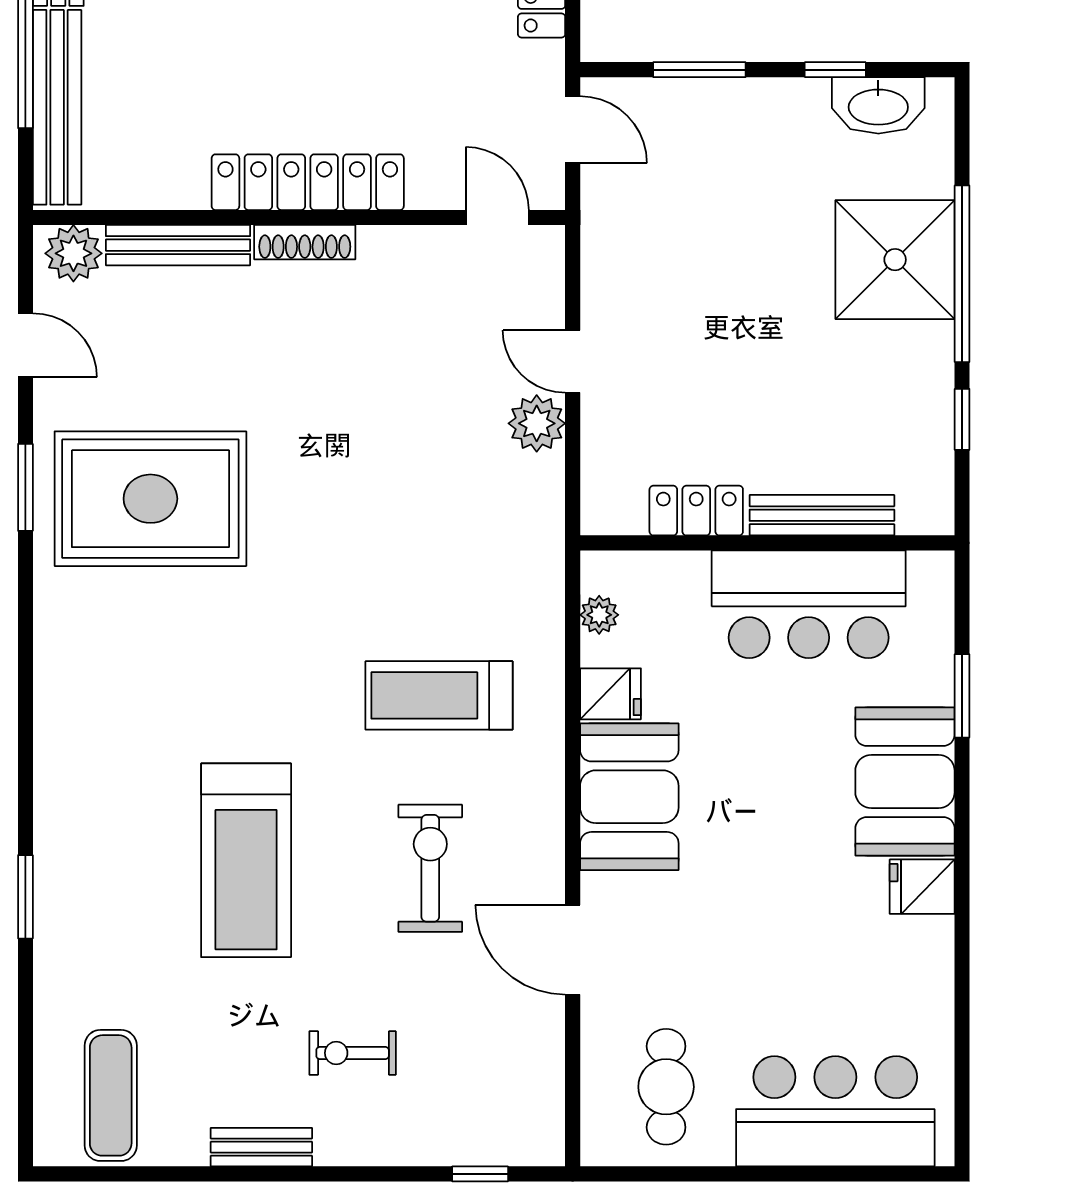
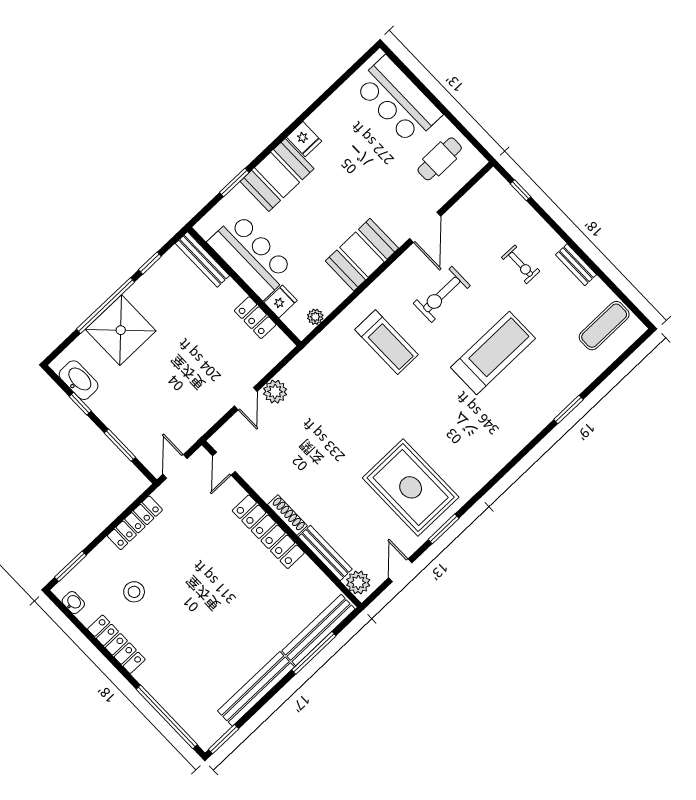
bench: (822, 515) -> (202, 260), moved
fridge: (610, 694) -> (281, 301), moved, turned 90

